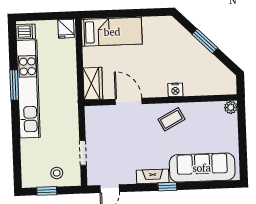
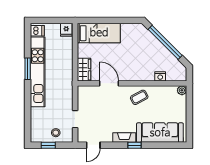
window: (205, 41) -> (165, 42), width x2.11
nightstand: (175, 90) -> (160, 76), moved

